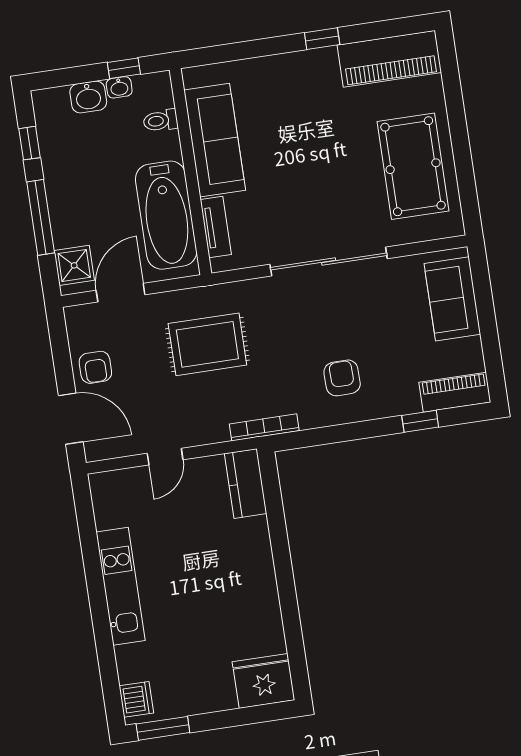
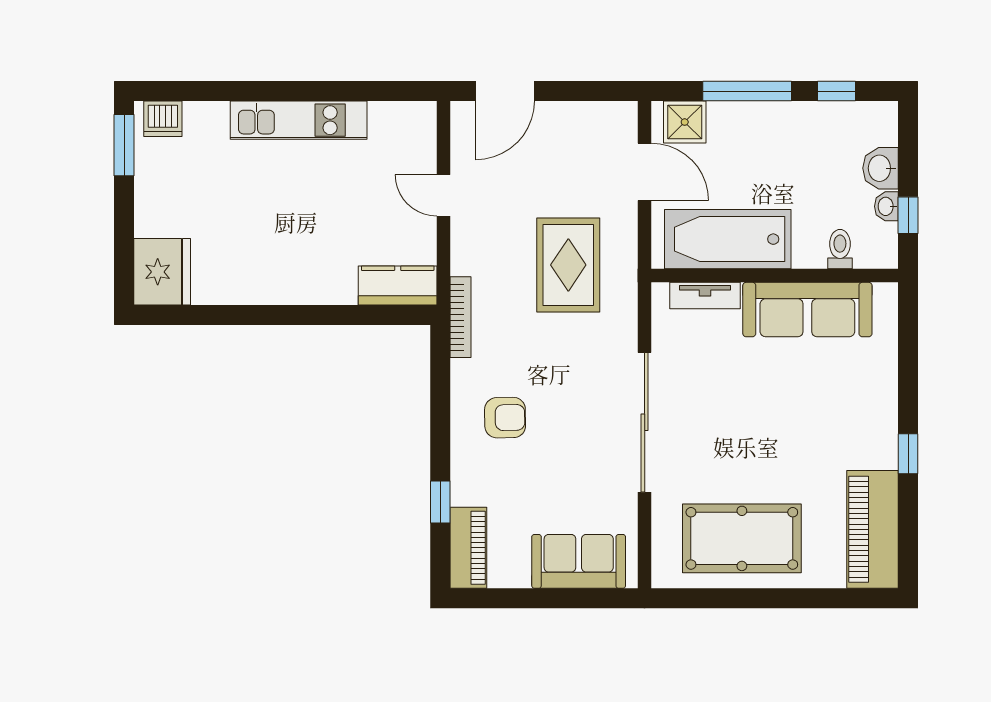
armchair: (95, 367) -> (561, 129), removed

